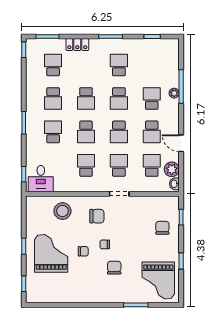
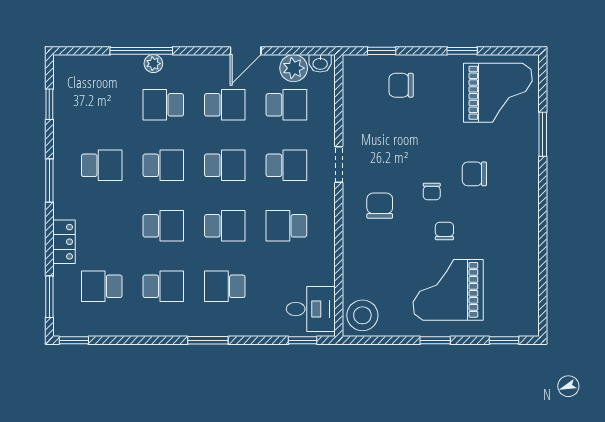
school desk: (119, 65) -> (102, 165), turned 180
school desk: (119, 165) -> (286, 165), turned 180
school desk: (152, 165) -> (286, 105), turned 180
stool: (62, 211) -> (362, 315), moved

